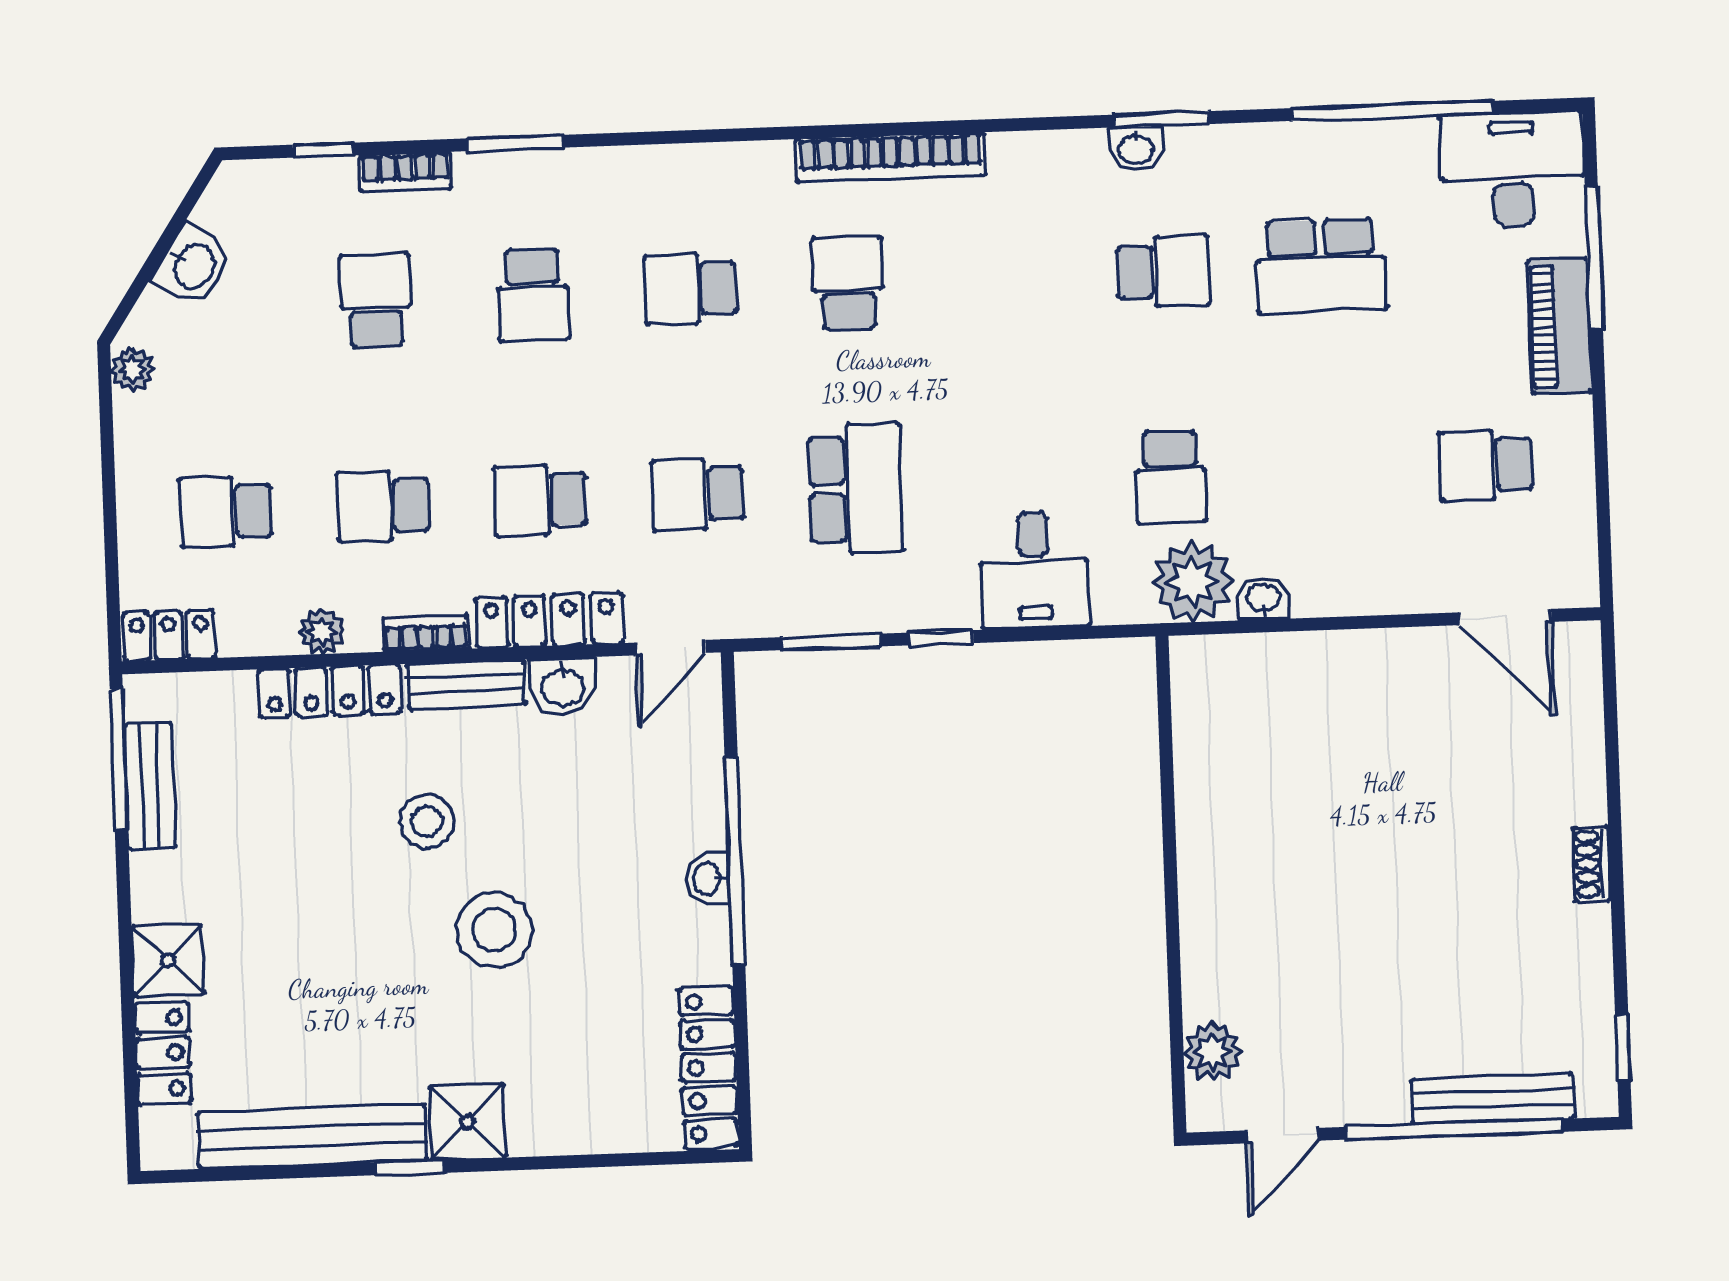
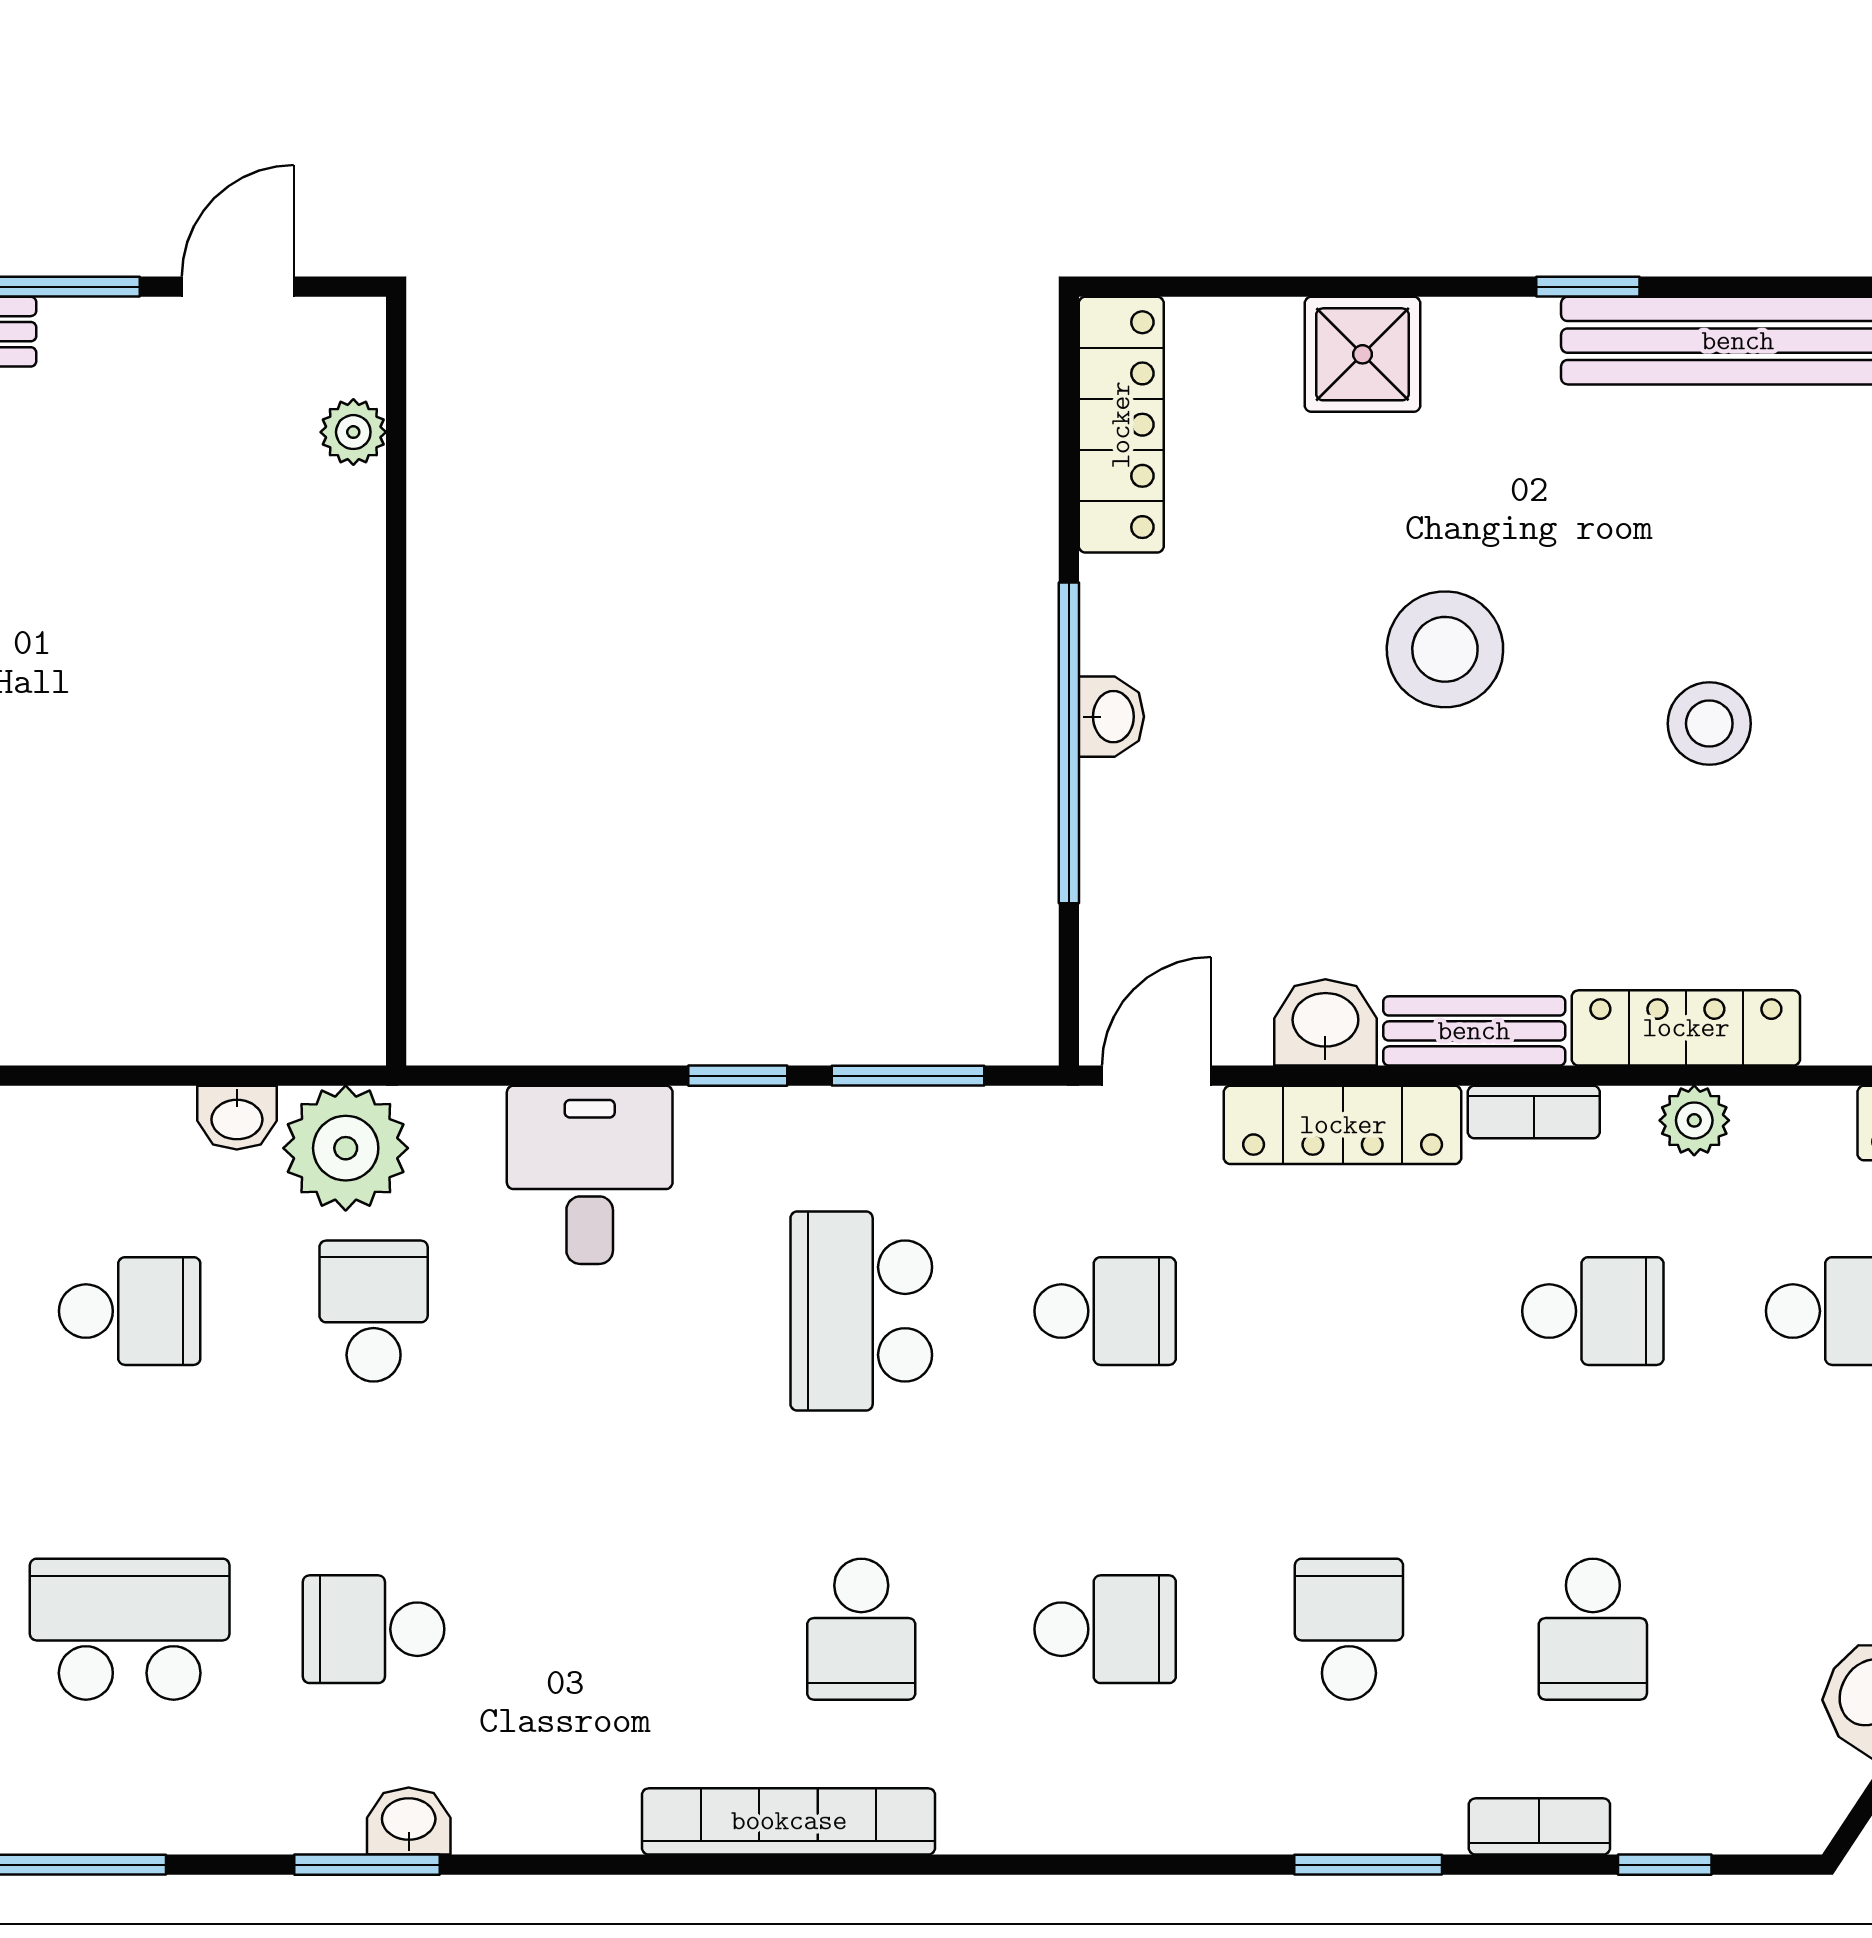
school desk: (541, 500) -> (130, 1311), moved
stool: (427, 821) -> (1709, 724), moved
plant: (1213, 1052) -> (353, 432), width x0.73, depth x0.73
shower: (468, 1122) -> (1363, 354), moved

